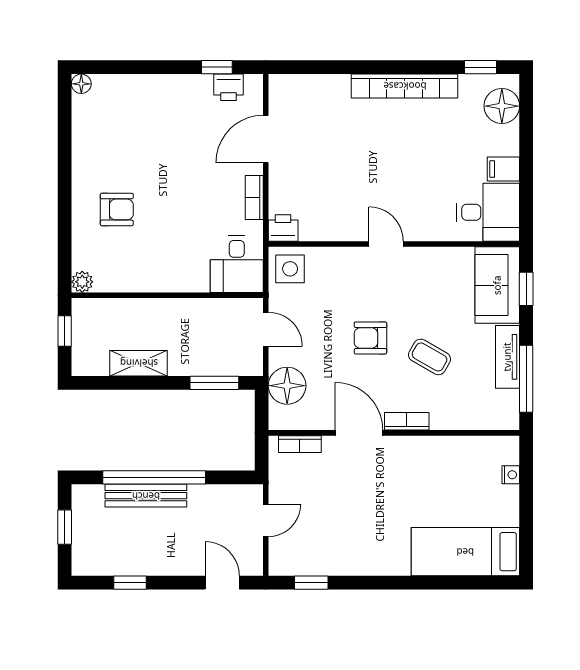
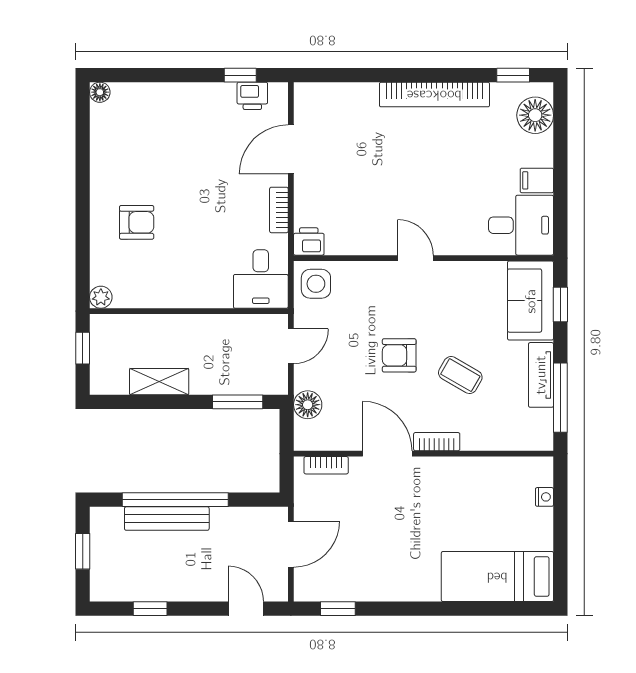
door: (266, 329) -> (291, 346), hinge flipped
floor lamp: (287, 386) -> (308, 405), width x0.73, depth x0.73
door: (266, 520) -> (291, 544), width x1.37

